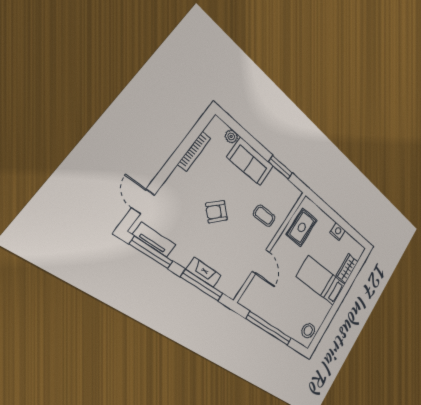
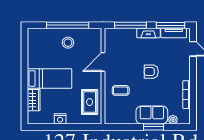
window: (280, 167) -> (154, 127), moved
armchair: (216, 212) -> (151, 72), turned -135
door: (261, 262) -> (103, 62), hinge flipped
fireplace: (204, 272) -> (148, 33), moved
stool: (308, 331) -> (68, 43), moved

